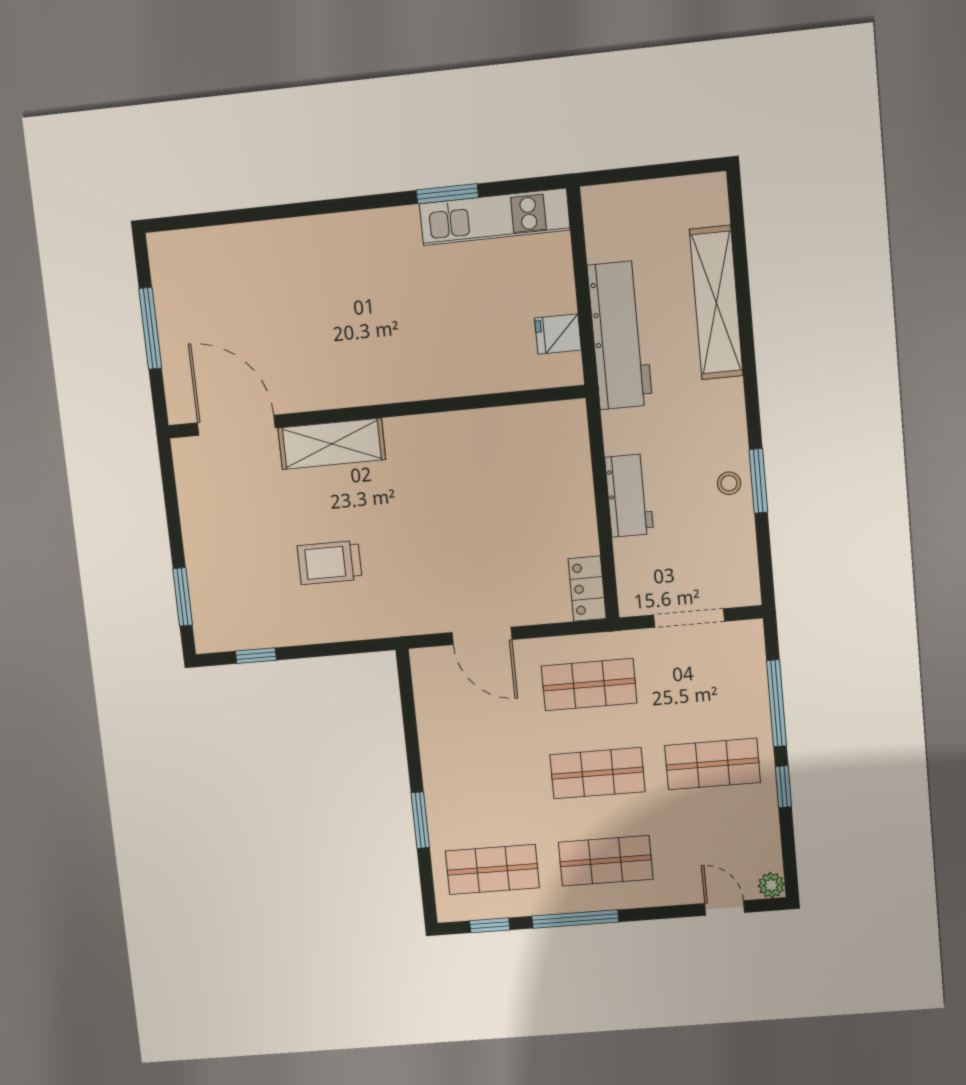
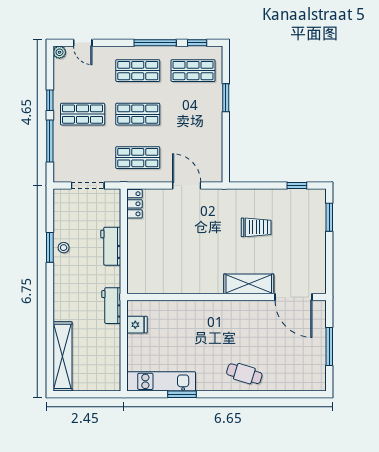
cafe table: (320, 252) -> (244, 374), added
shelving: (716, 303) -> (63, 356), moved
workbench: (620, 335) -> (111, 306), width x0.53, depth x0.76

